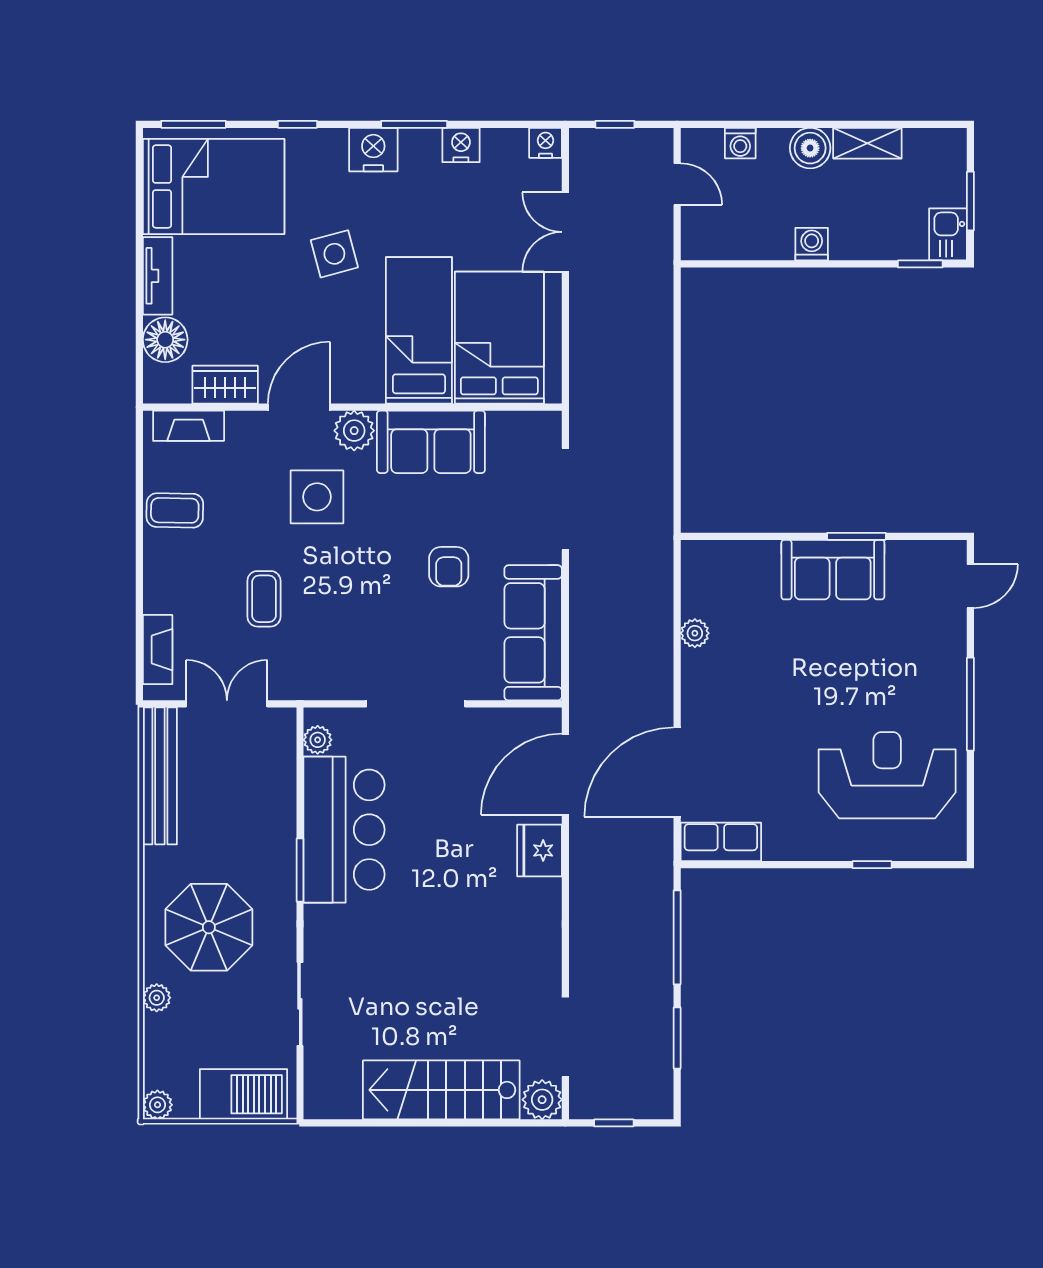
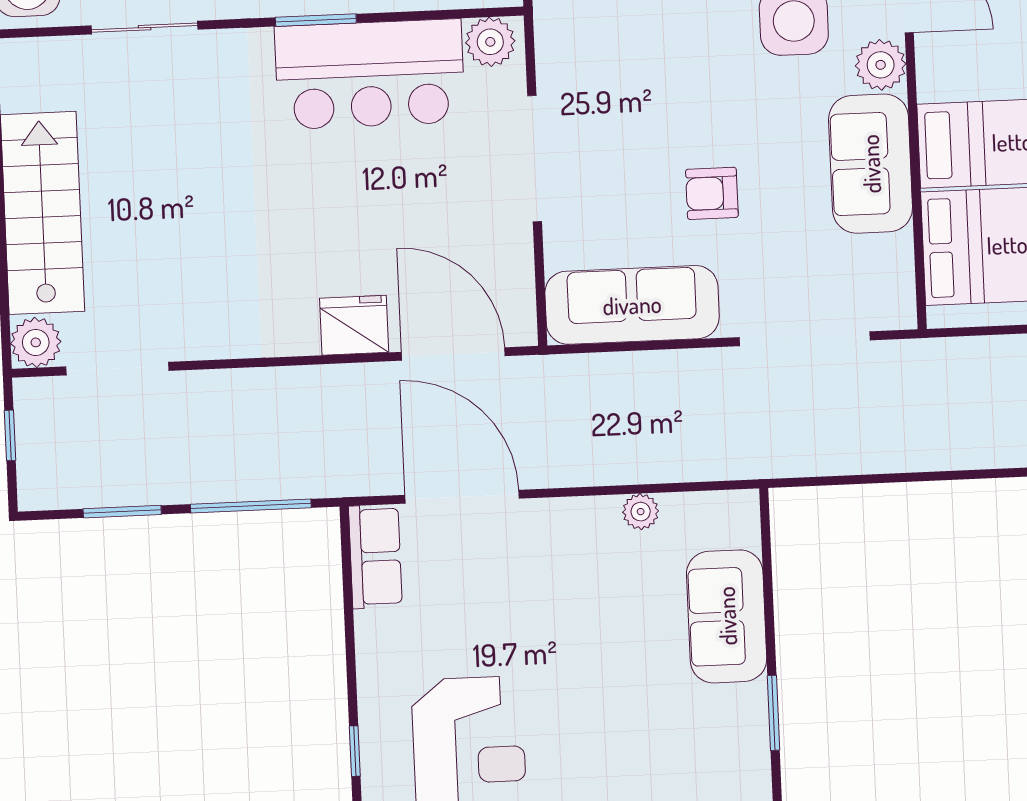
sofa: (833, 570) -> (727, 616), moved
plant: (318, 740) -> (490, 42), width x1.38, depth x1.38

